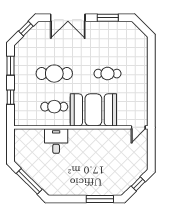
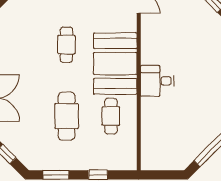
desk: (56, 141) -> (157, 81), moved

